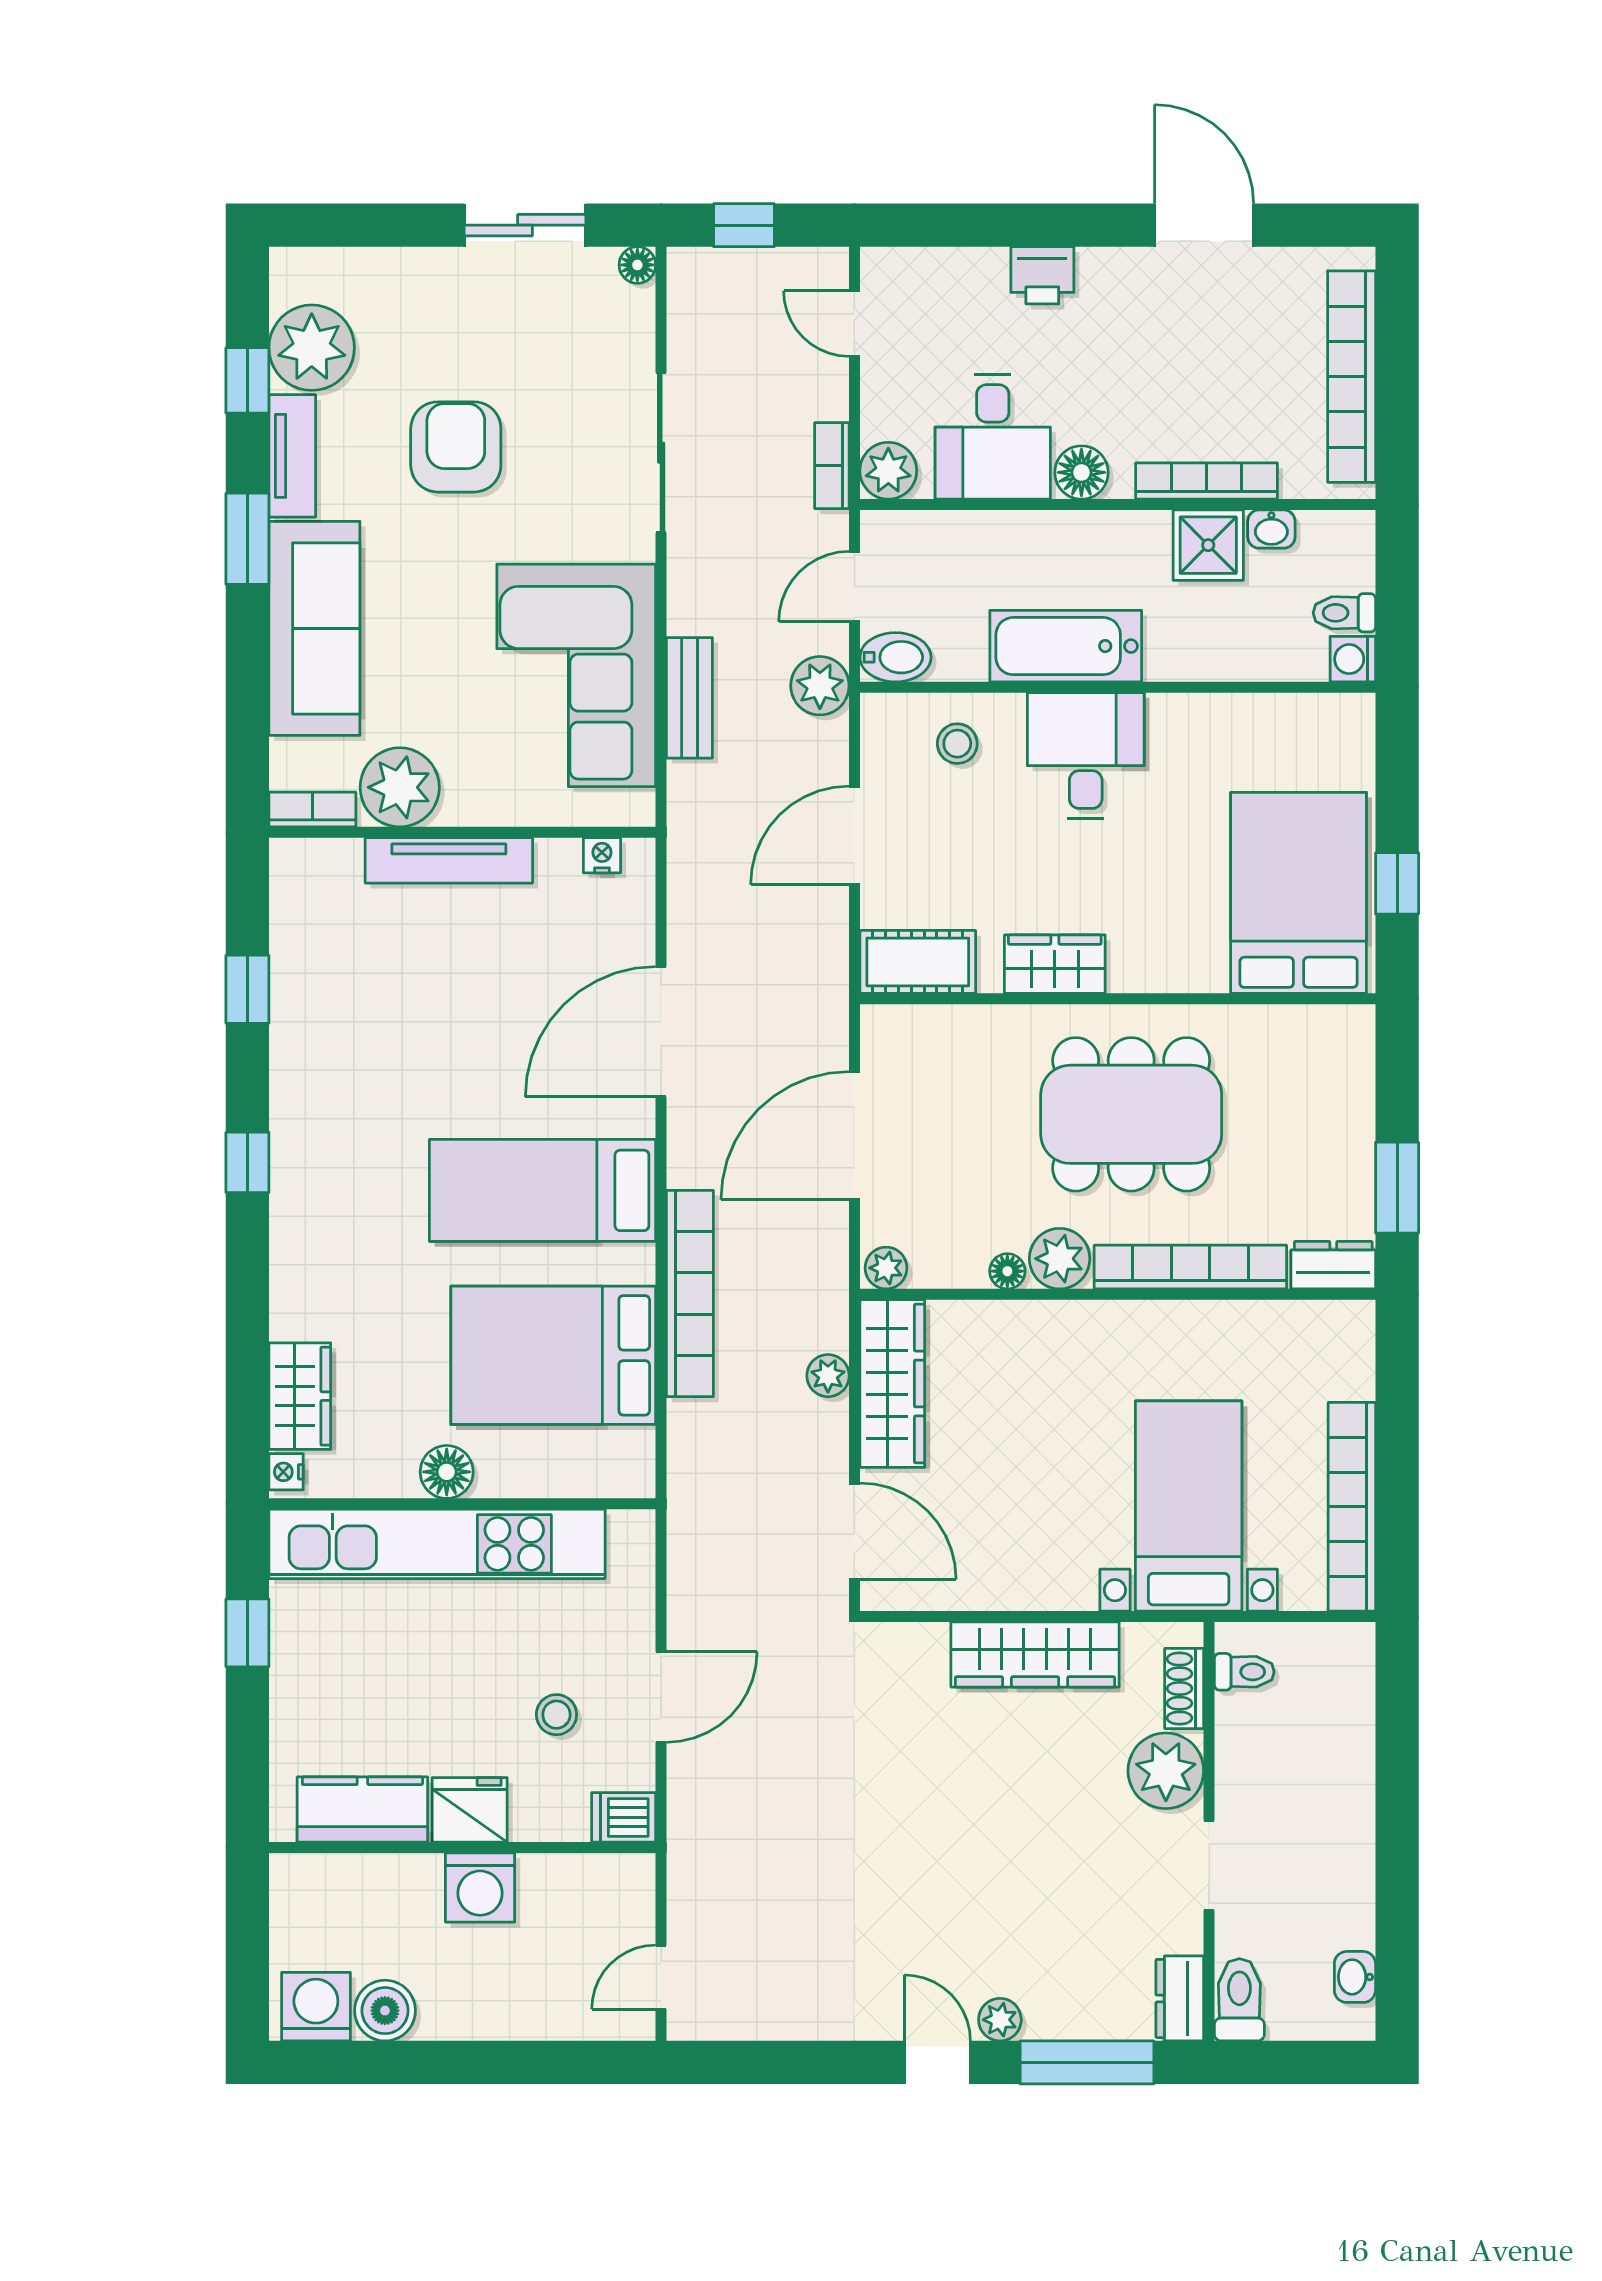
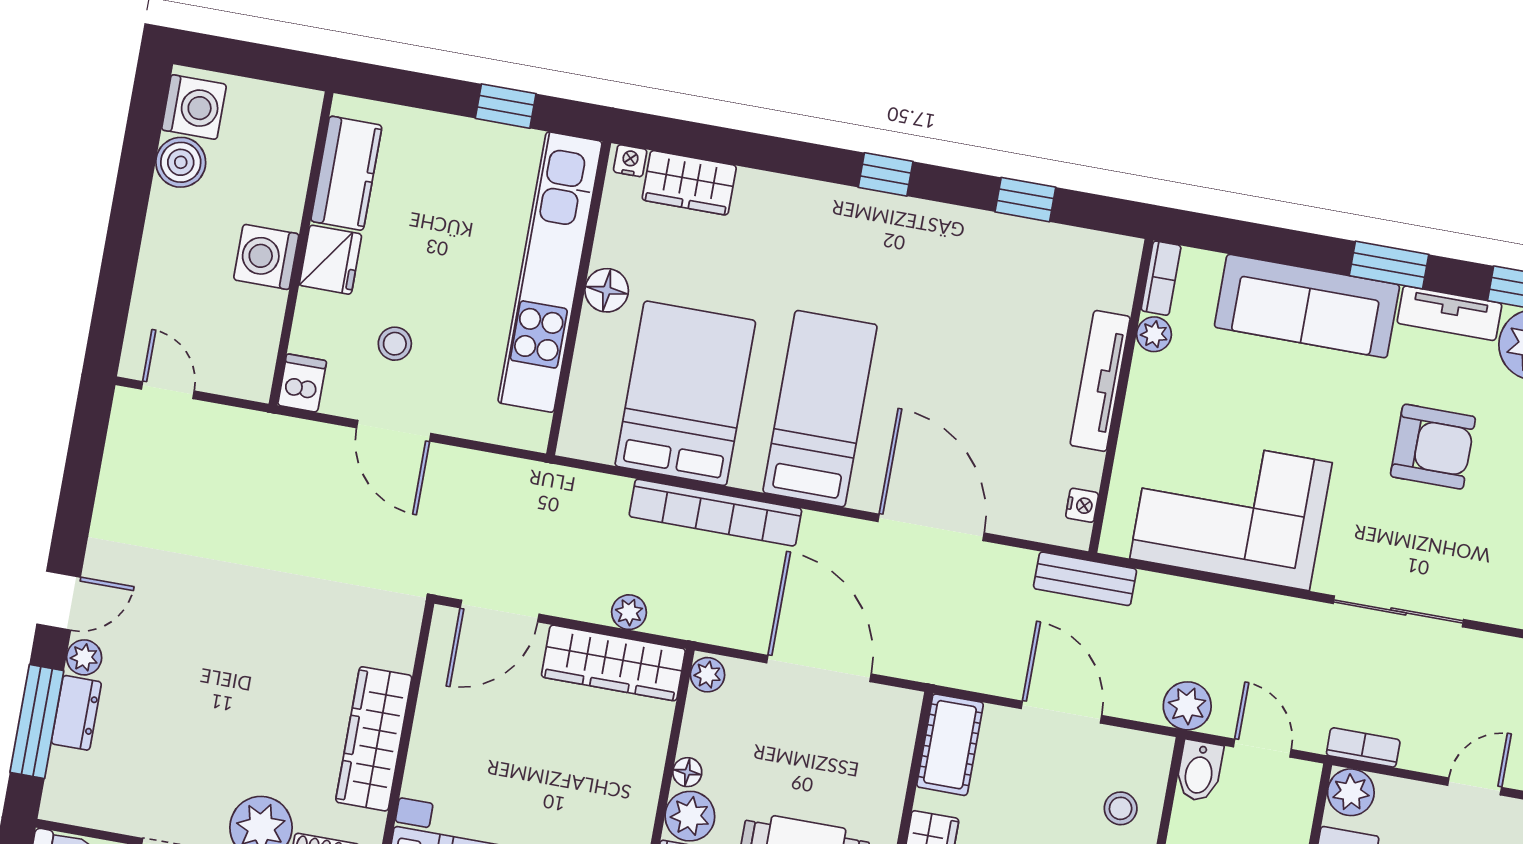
bench: (689, 698) -> (1085, 579), moved
plant: (400, 787) -> (1154, 334), width x0.53, depth x0.53
dresser: (1180, 1998) -> (76, 713), moved, turned 90

